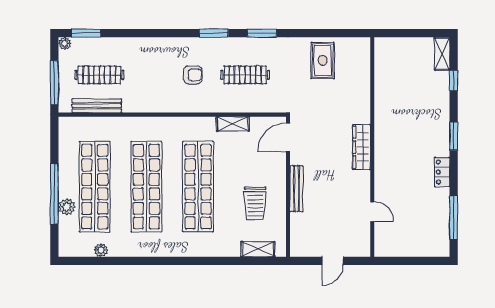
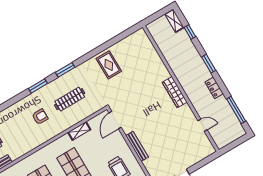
wardrobe: (362, 147) -> (175, 92), moved
wall: (372, 147) -> (181, 88), moved
door: (372, 212) -> (203, 125), moved

